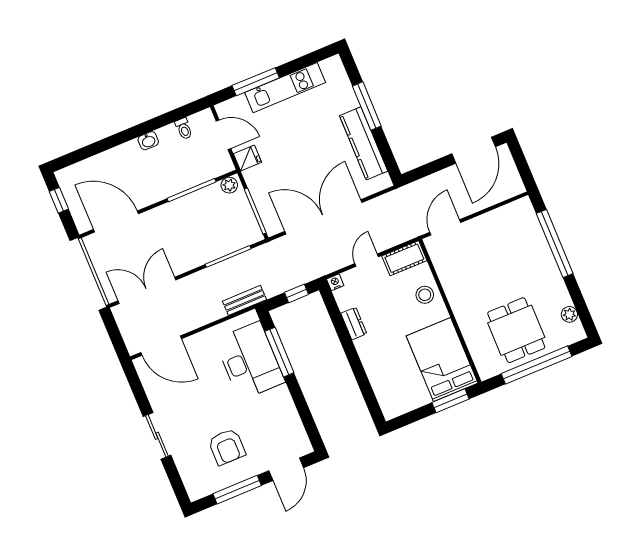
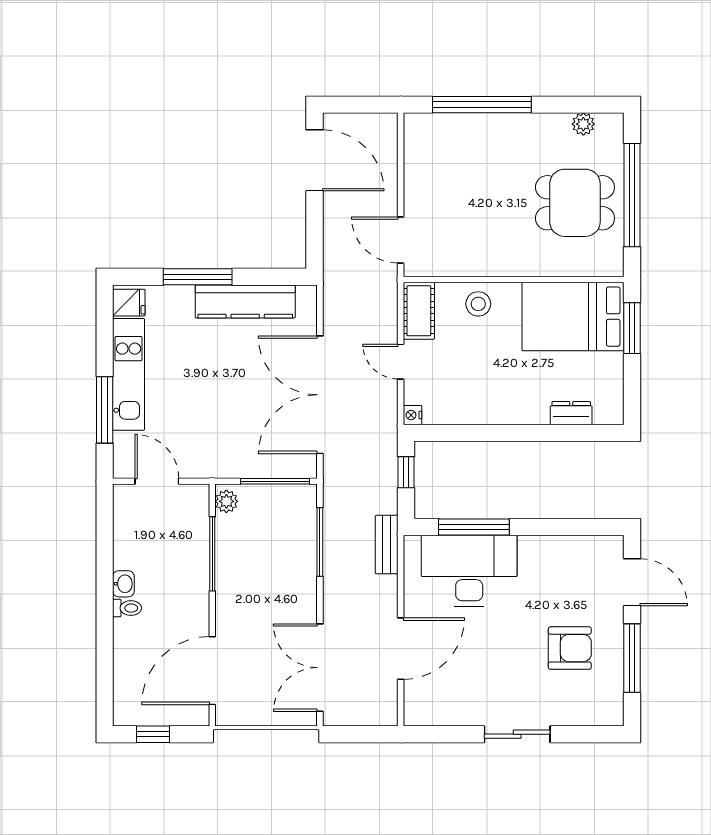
toilet: (184, 129) -> (127, 608), moved
door: (224, 135) -> (157, 481), hinge flipped
fridge: (247, 158) -> (129, 303), moved, turned 90
dresser: (354, 323) -> (571, 413), moved
door: (161, 346) -> (401, 649), moved

